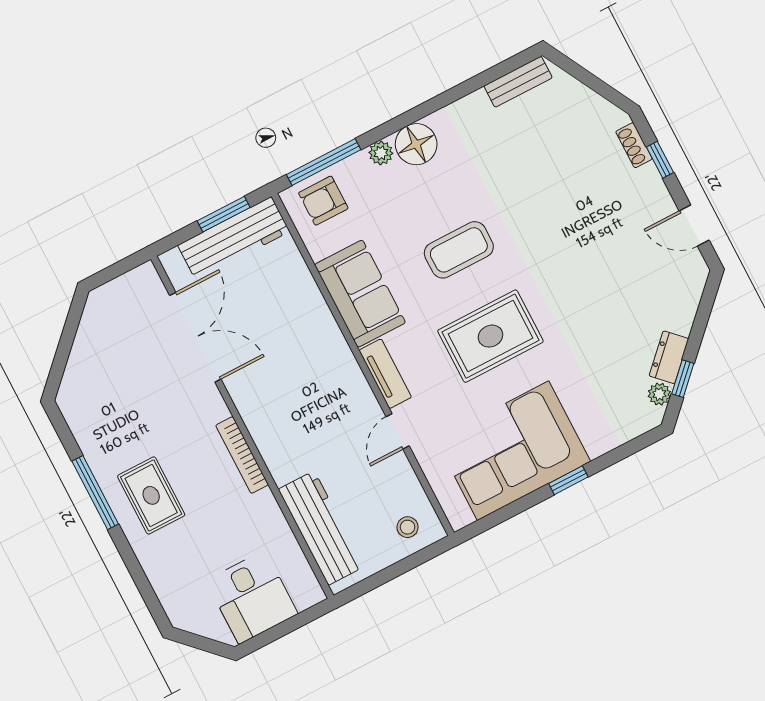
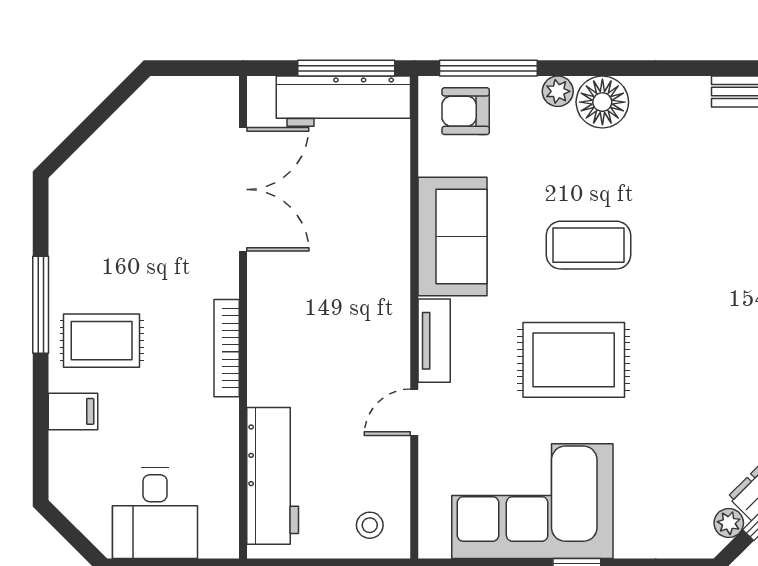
window: (224, 214) -> (346, 68), width x1.44
rug: (151, 495) -> (102, 341), turned 90
filing cabinet: (157, 556) -> (73, 411), added

